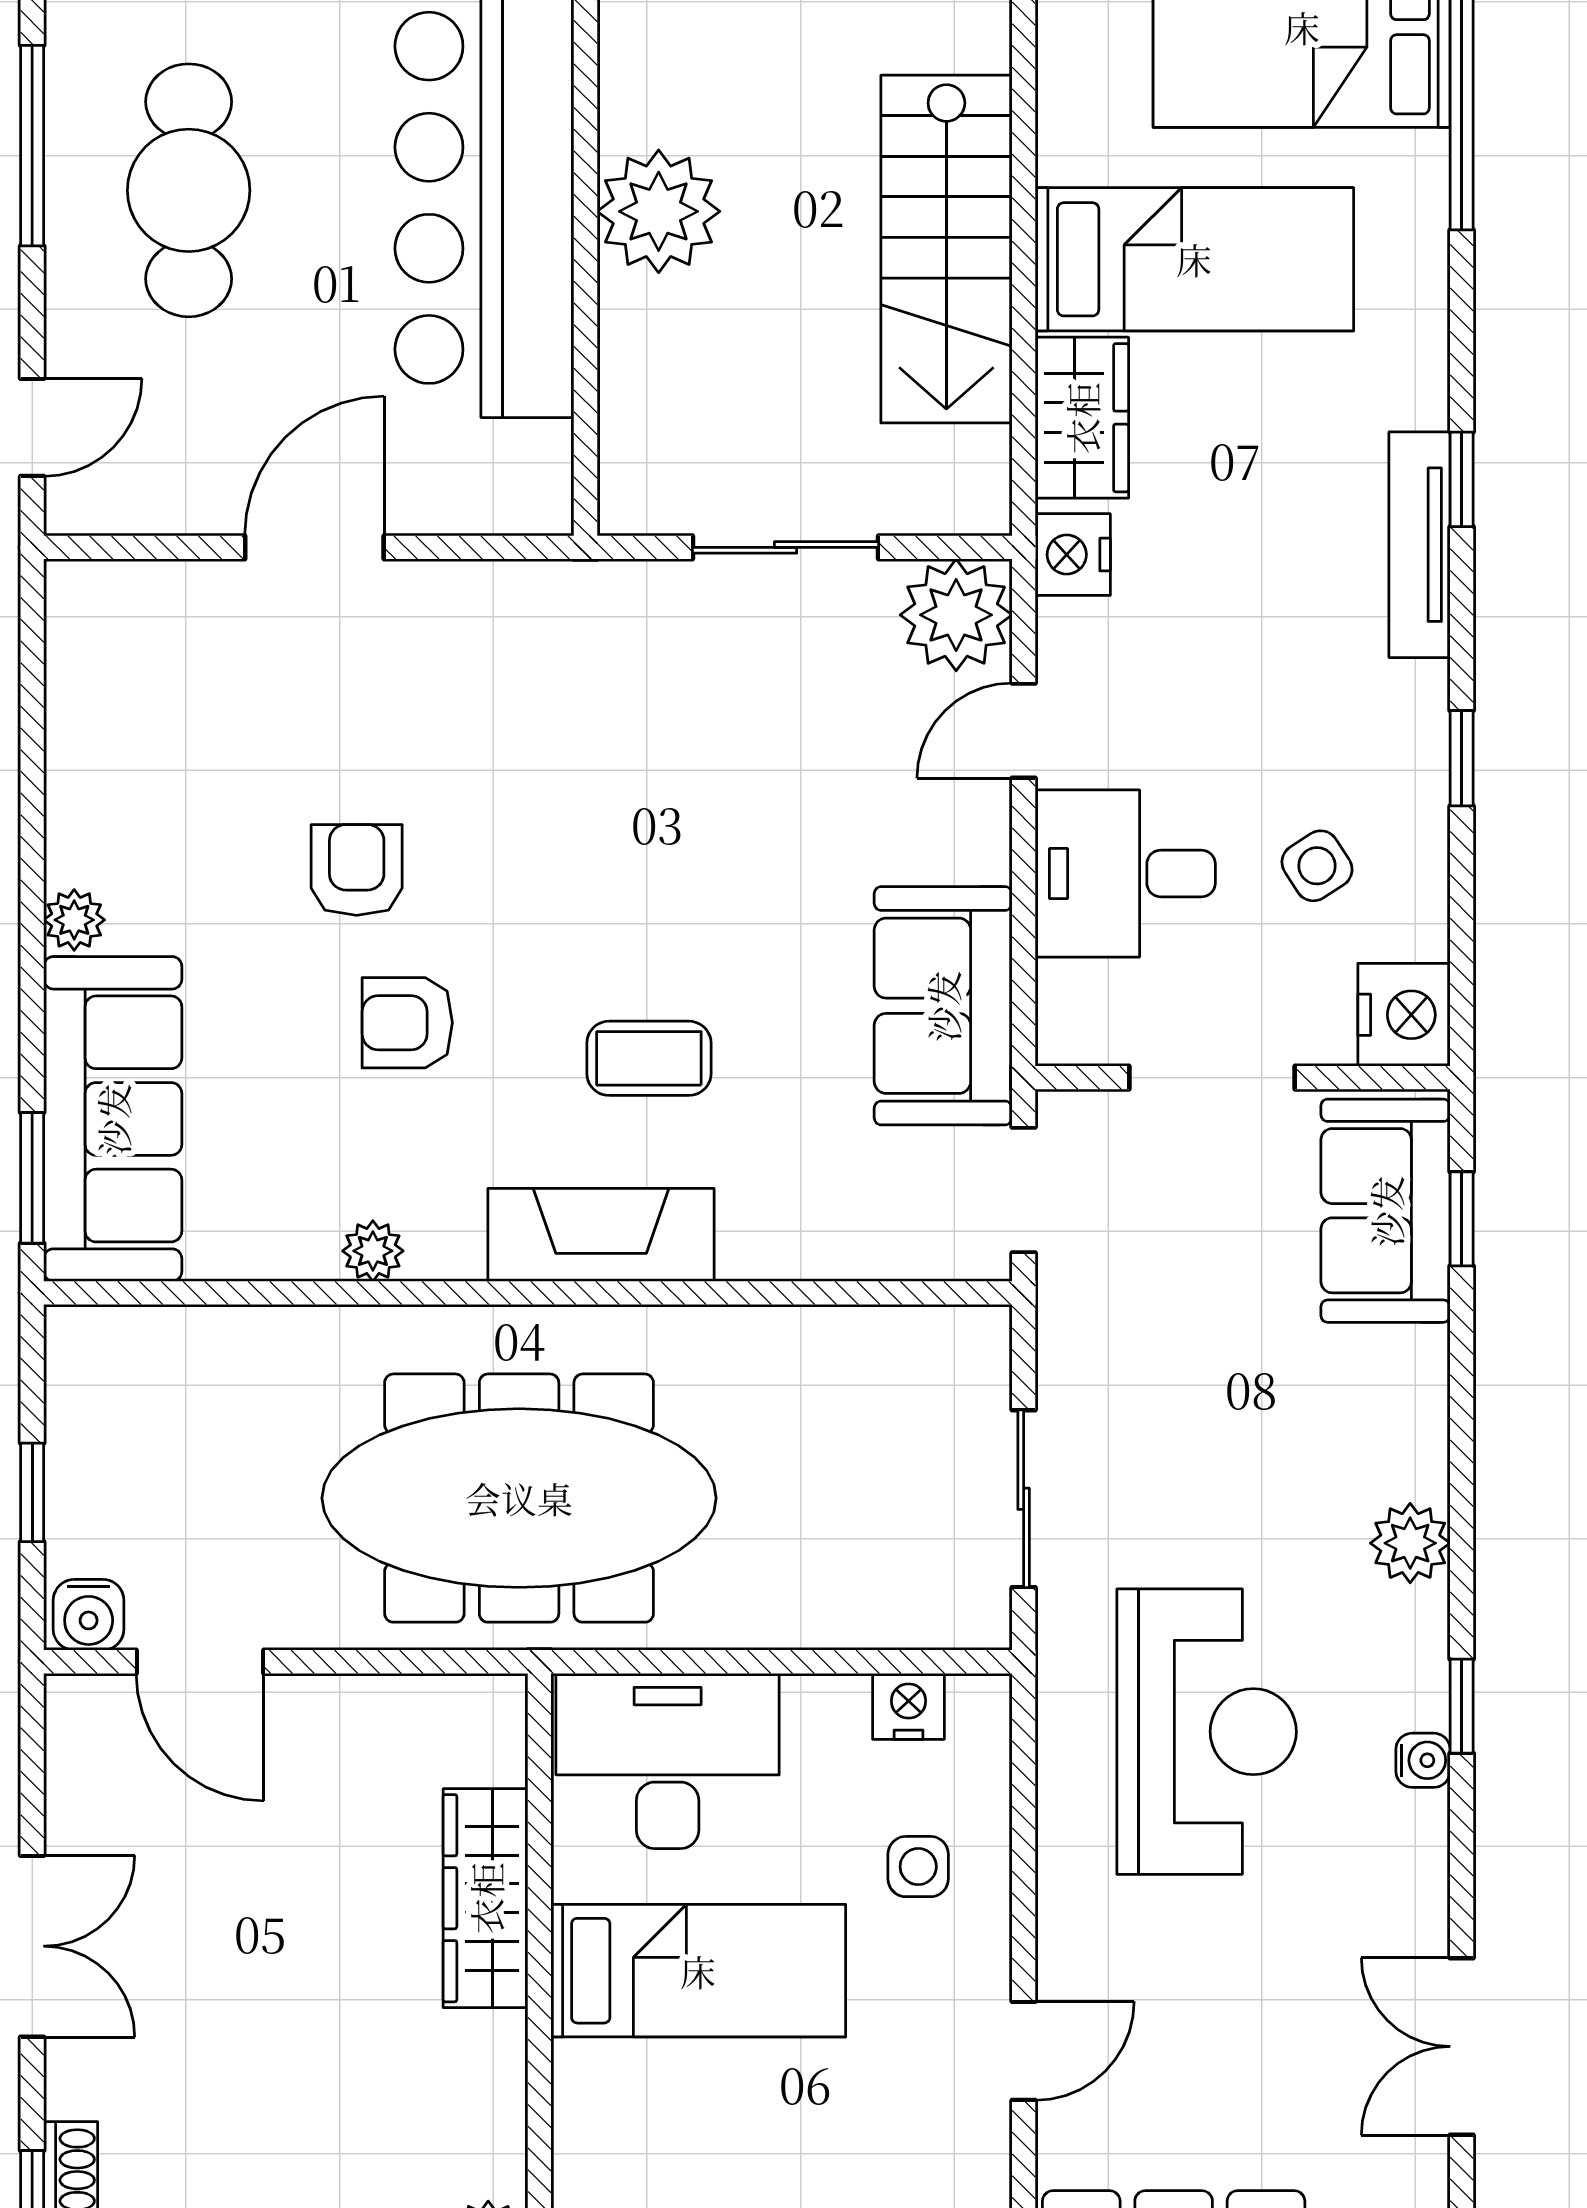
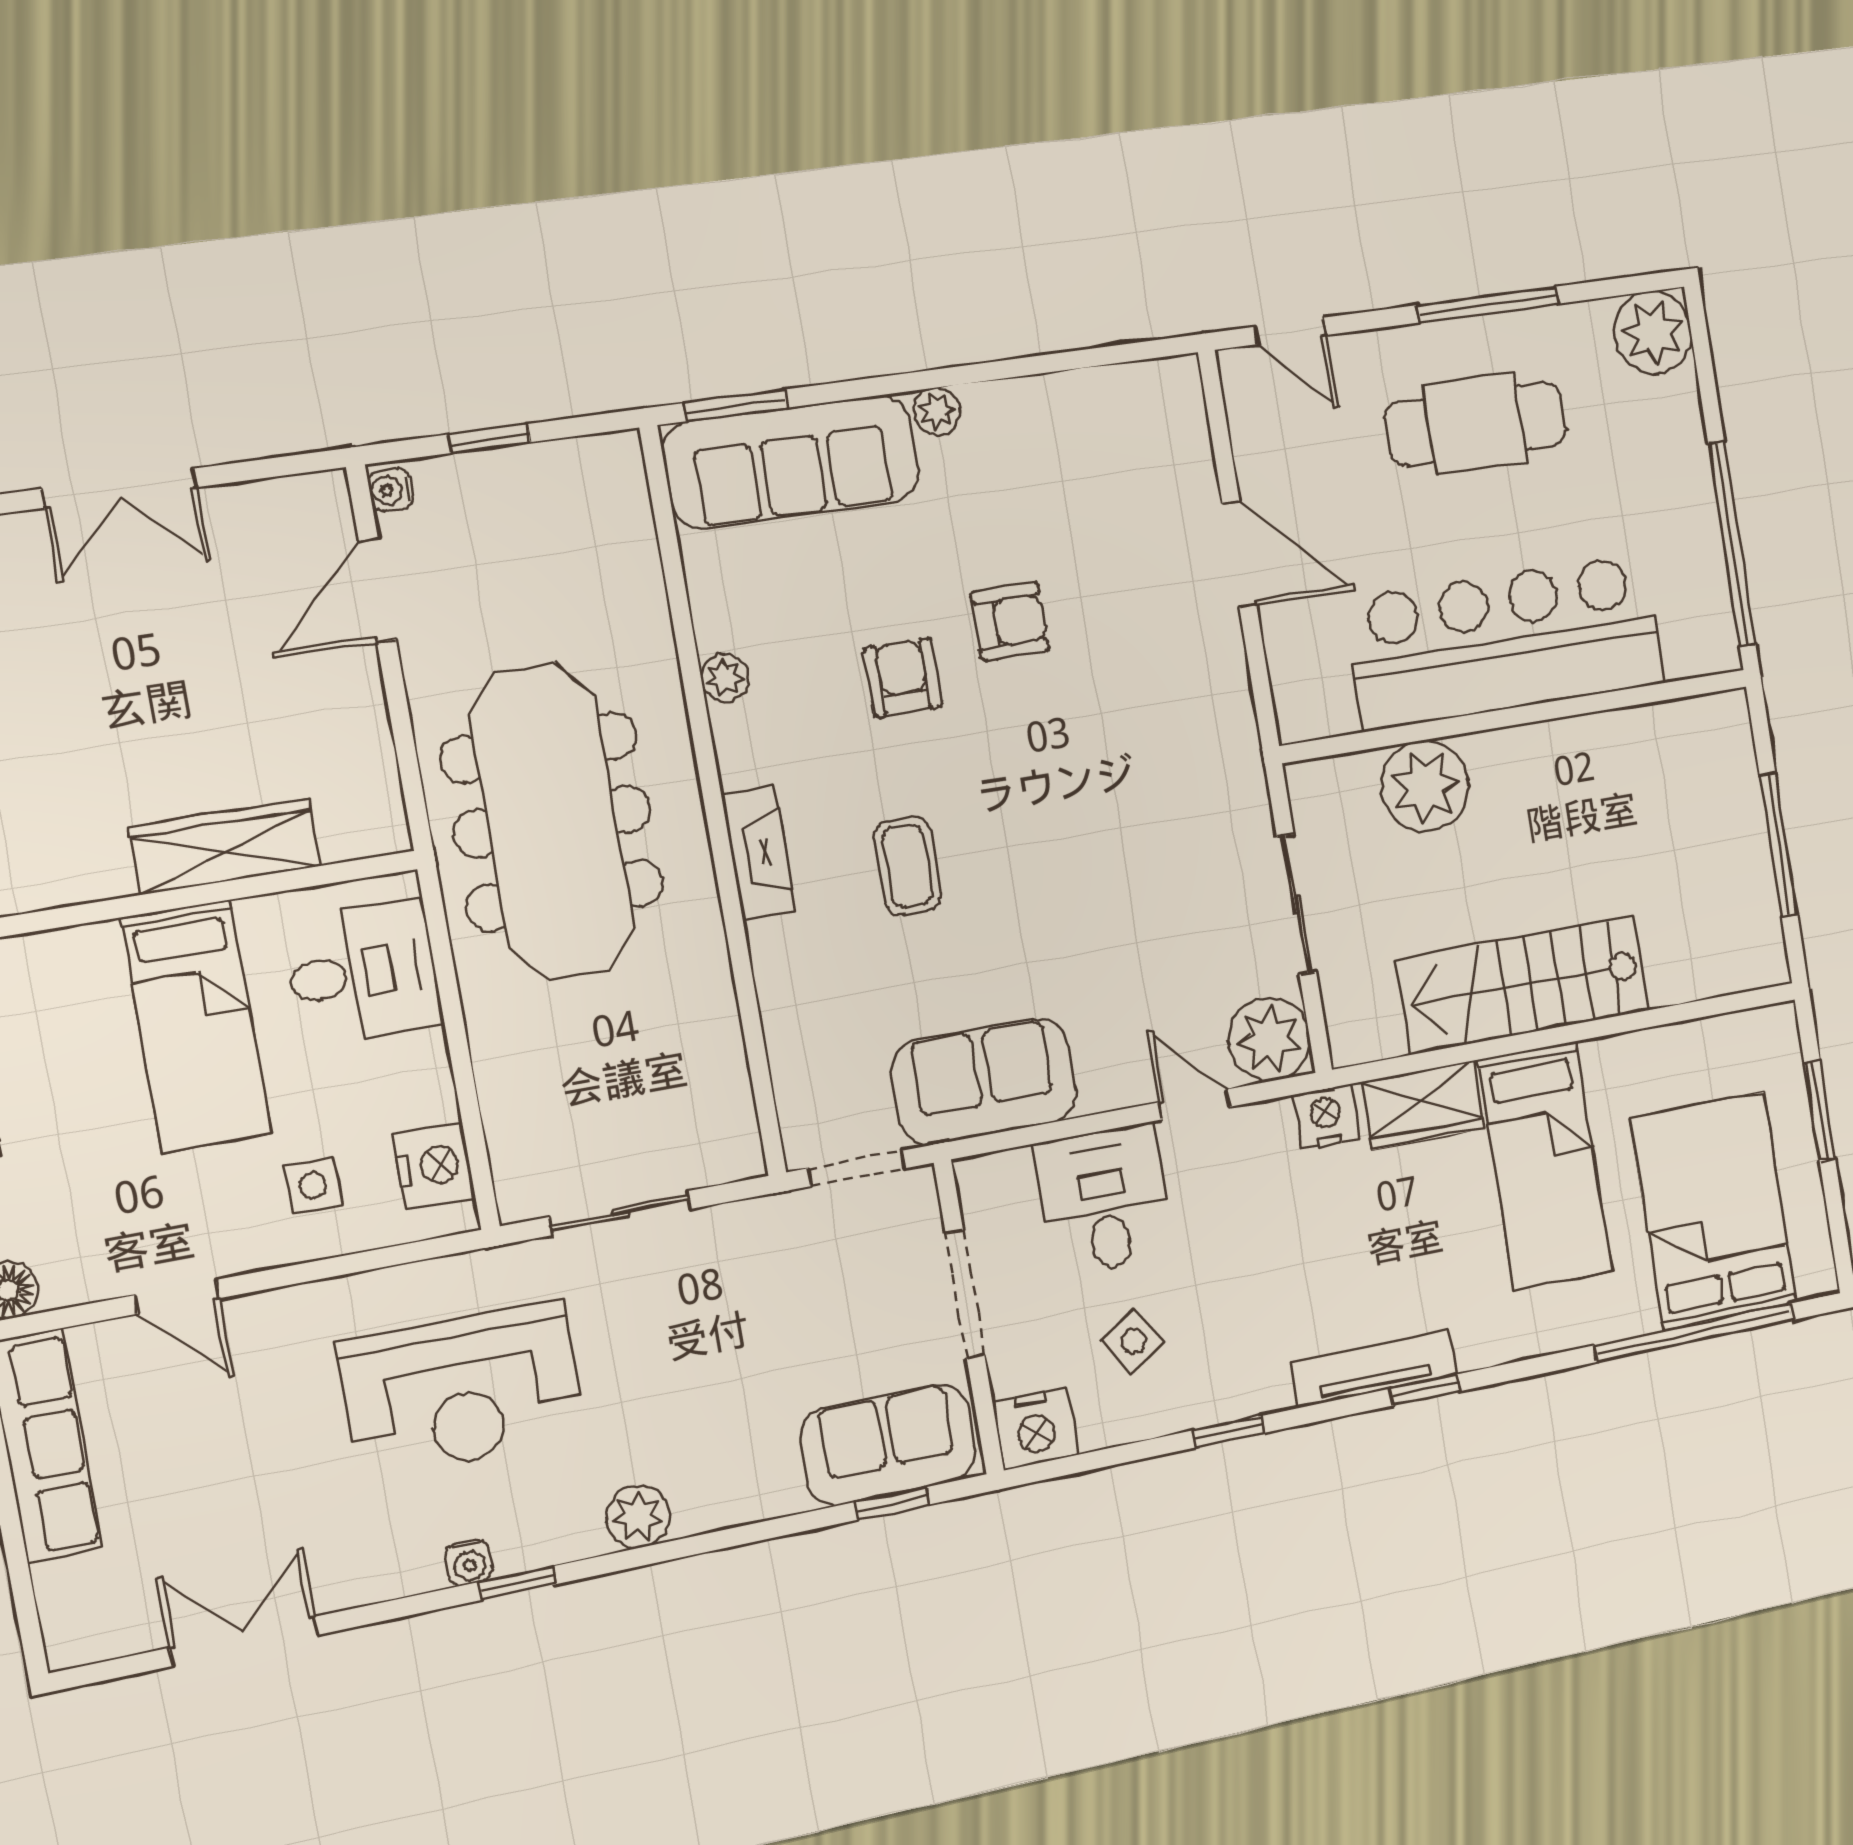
plant: (659, 211) -> (1425, 786), moved
fireplace: (601, 1235) -> (759, 853), width x0.73, depth x0.76
water cooler: (89, 1615) -> (390, 490), width x0.72, depth x0.72
nightstand: (908, 1706) -> (434, 1166), width x1.36, depth x1.33
desk: (668, 1761) -> (363, 973), width x0.73

